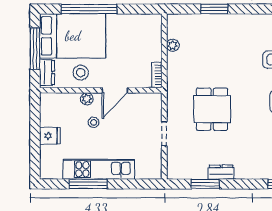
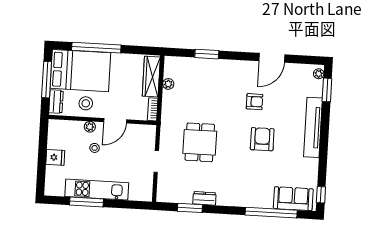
wardrobe: (153, 38) -> (151, 77), added

